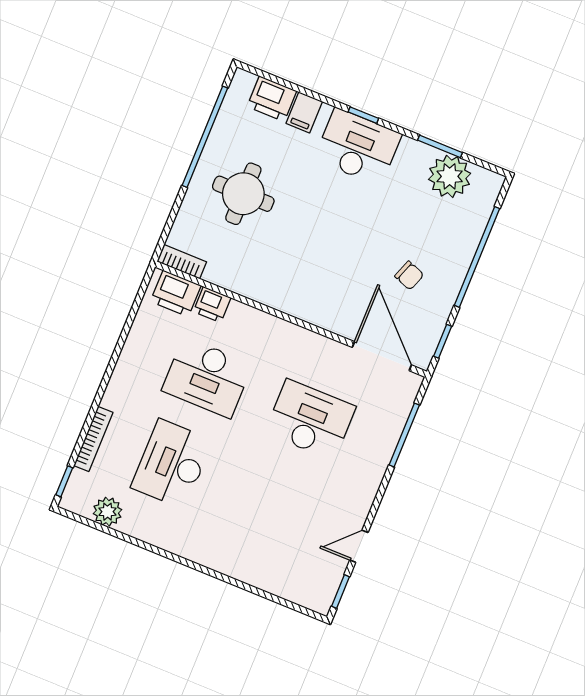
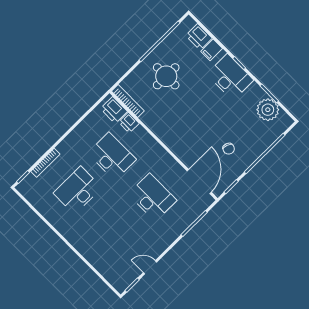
bookcase: (182, 262) -> (128, 101), width x1.56
desk: (207, 377) -> (112, 156), turned 180
plant: (107, 512) -> (37, 200), removed

